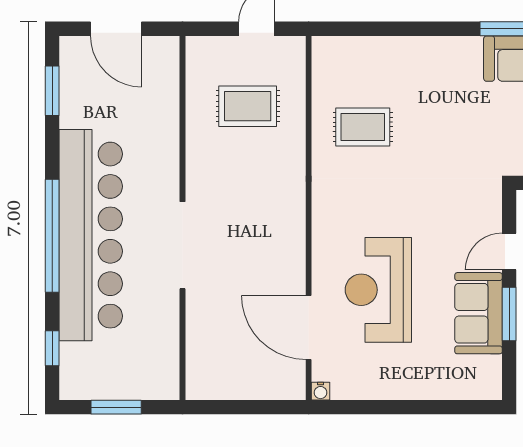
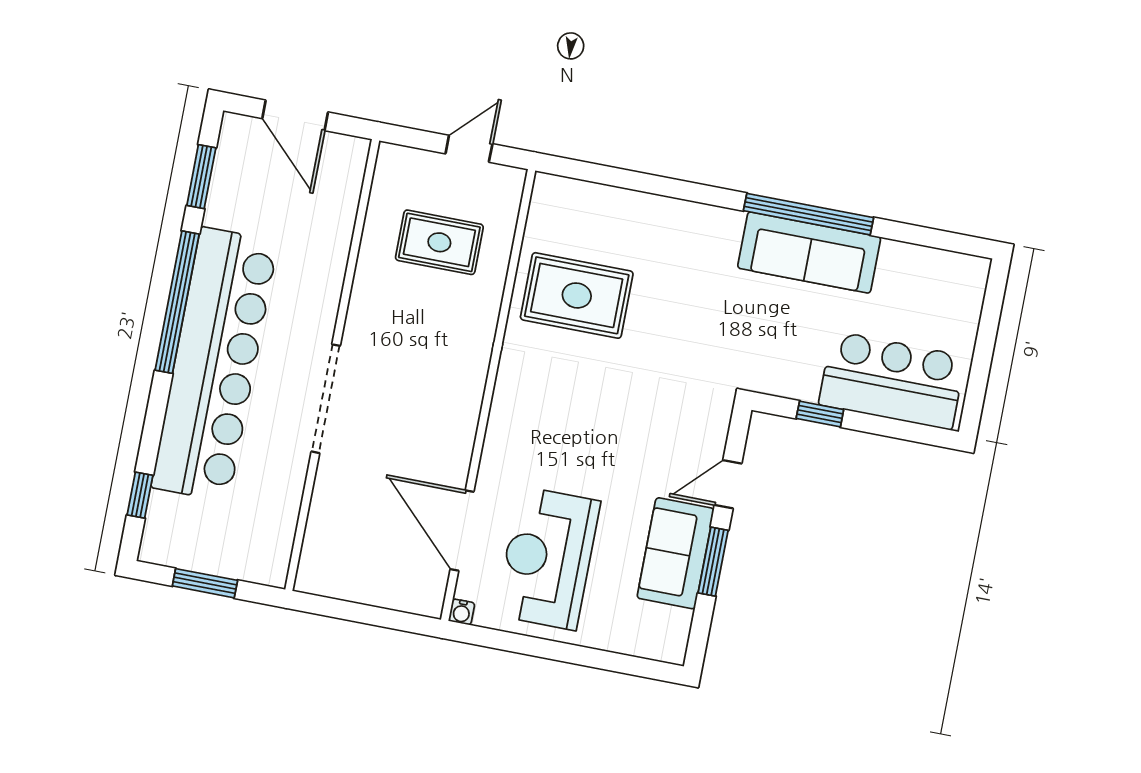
rug: (363, 127) -> (577, 295), width x1.36, depth x1.43
window: (52, 236) -> (177, 302), moved
reception desk: (378, 290) -> (548, 558), moved

